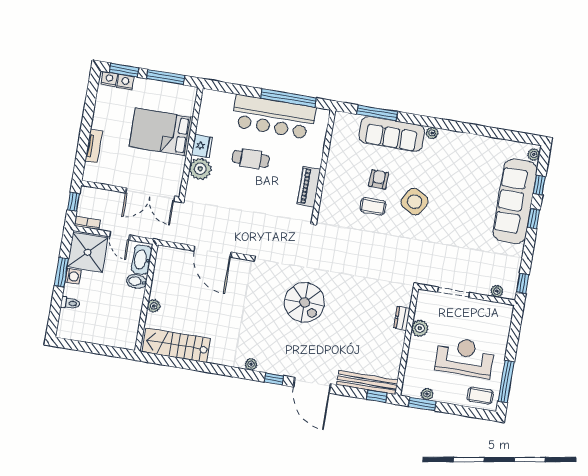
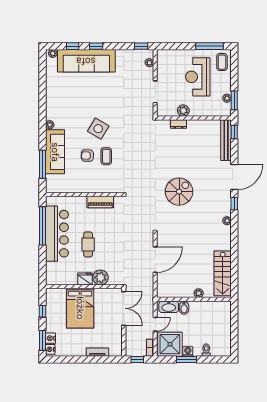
window: (166, 77) -> (42, 311), width x0.46

